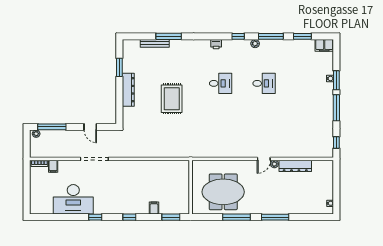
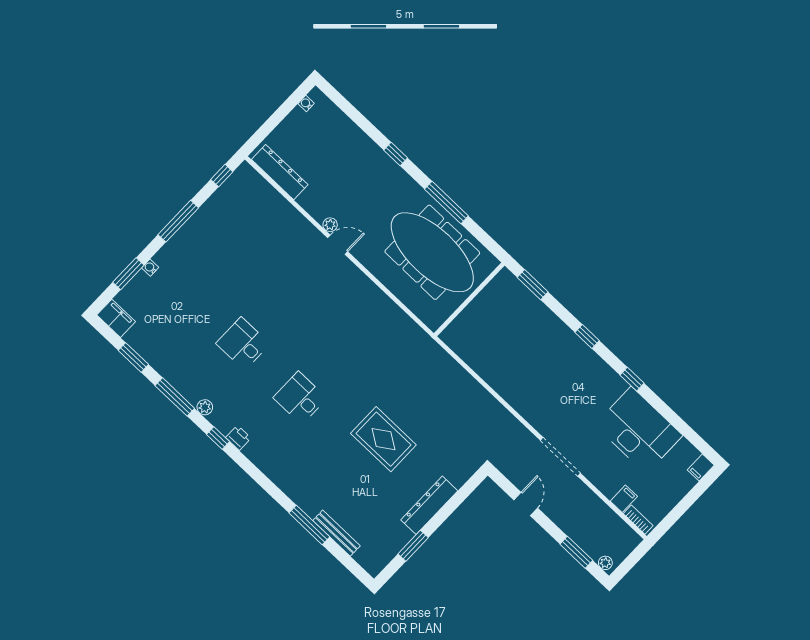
printer: (216, 44) -> (238, 438), moved
window: (336, 80) -> (128, 274), moved
rug: (172, 99) -> (383, 439), turned 90
window: (52, 127) -> (576, 552), width x0.69
dresser: (295, 166) -> (280, 172), moved
meeting table: (223, 192) -> (432, 252), width x1.36
filing cabinet: (154, 208) -> (701, 467), moved
window: (275, 217) -> (396, 154), width x0.46

